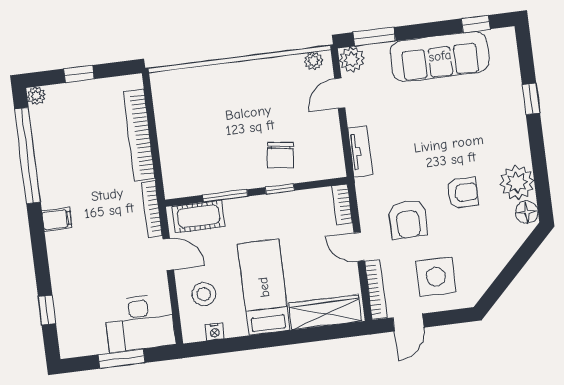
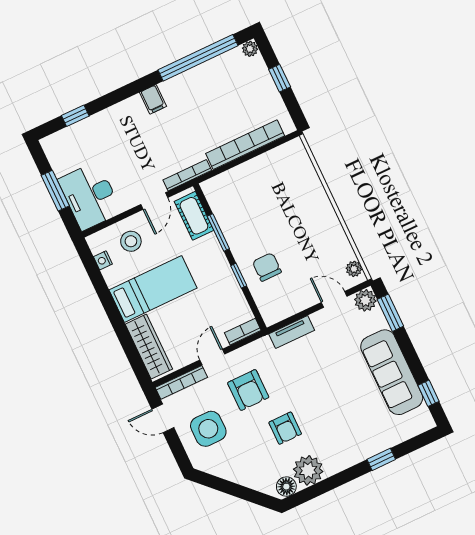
chair: (280, 155) -> (267, 267), turned 82
armchair: (408, 219) -> (248, 390), turned -90

